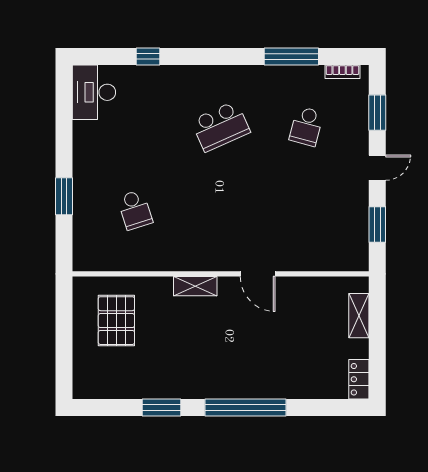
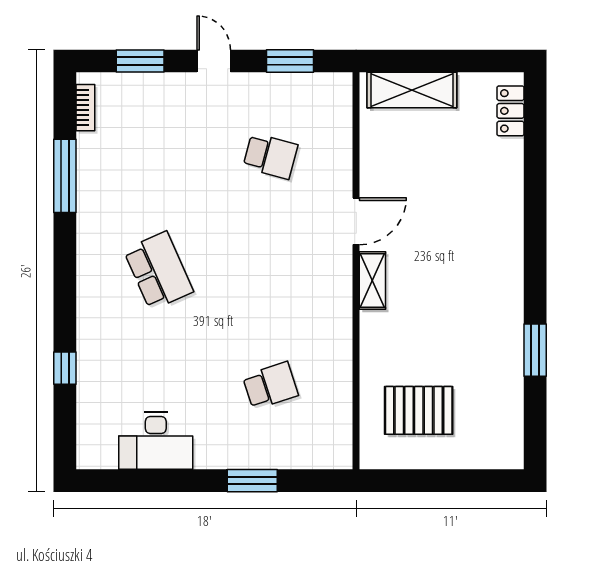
desk: (94, 92) -> (156, 441), moved
school desk: (306, 126) -> (270, 156), moved
shelving: (195, 286) -> (372, 280), moved
shelving: (359, 316) -> (412, 90), width x1.50, depth x1.33
locker: (359, 379) -> (510, 111), moved, turned 90
window: (245, 407) -> (535, 238), removed

